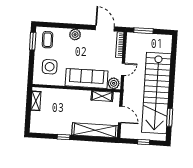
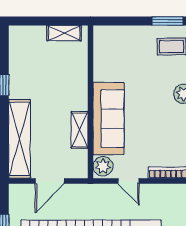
side table: (50, 67) -> (125, 53), removed
shelving: (102, 96) -> (80, 130), moved

